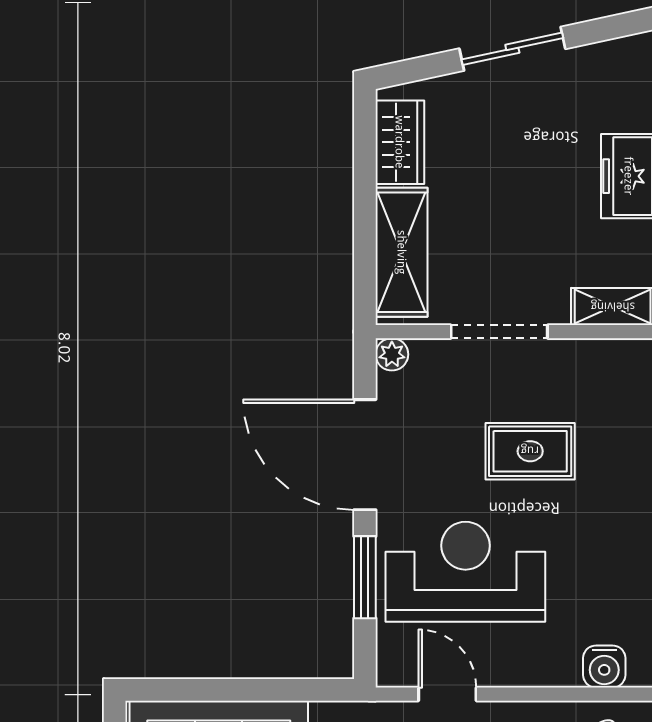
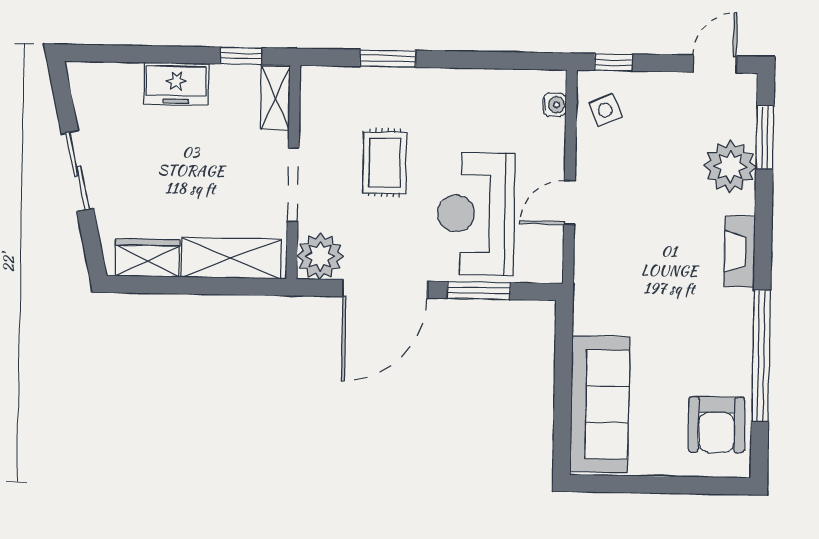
plant: (392, 354) -> (320, 256), width x1.88, depth x1.88
water cooler: (604, 667) -> (555, 105), width x0.72, depth x0.72
door: (447, 694) -> (569, 202), moved

